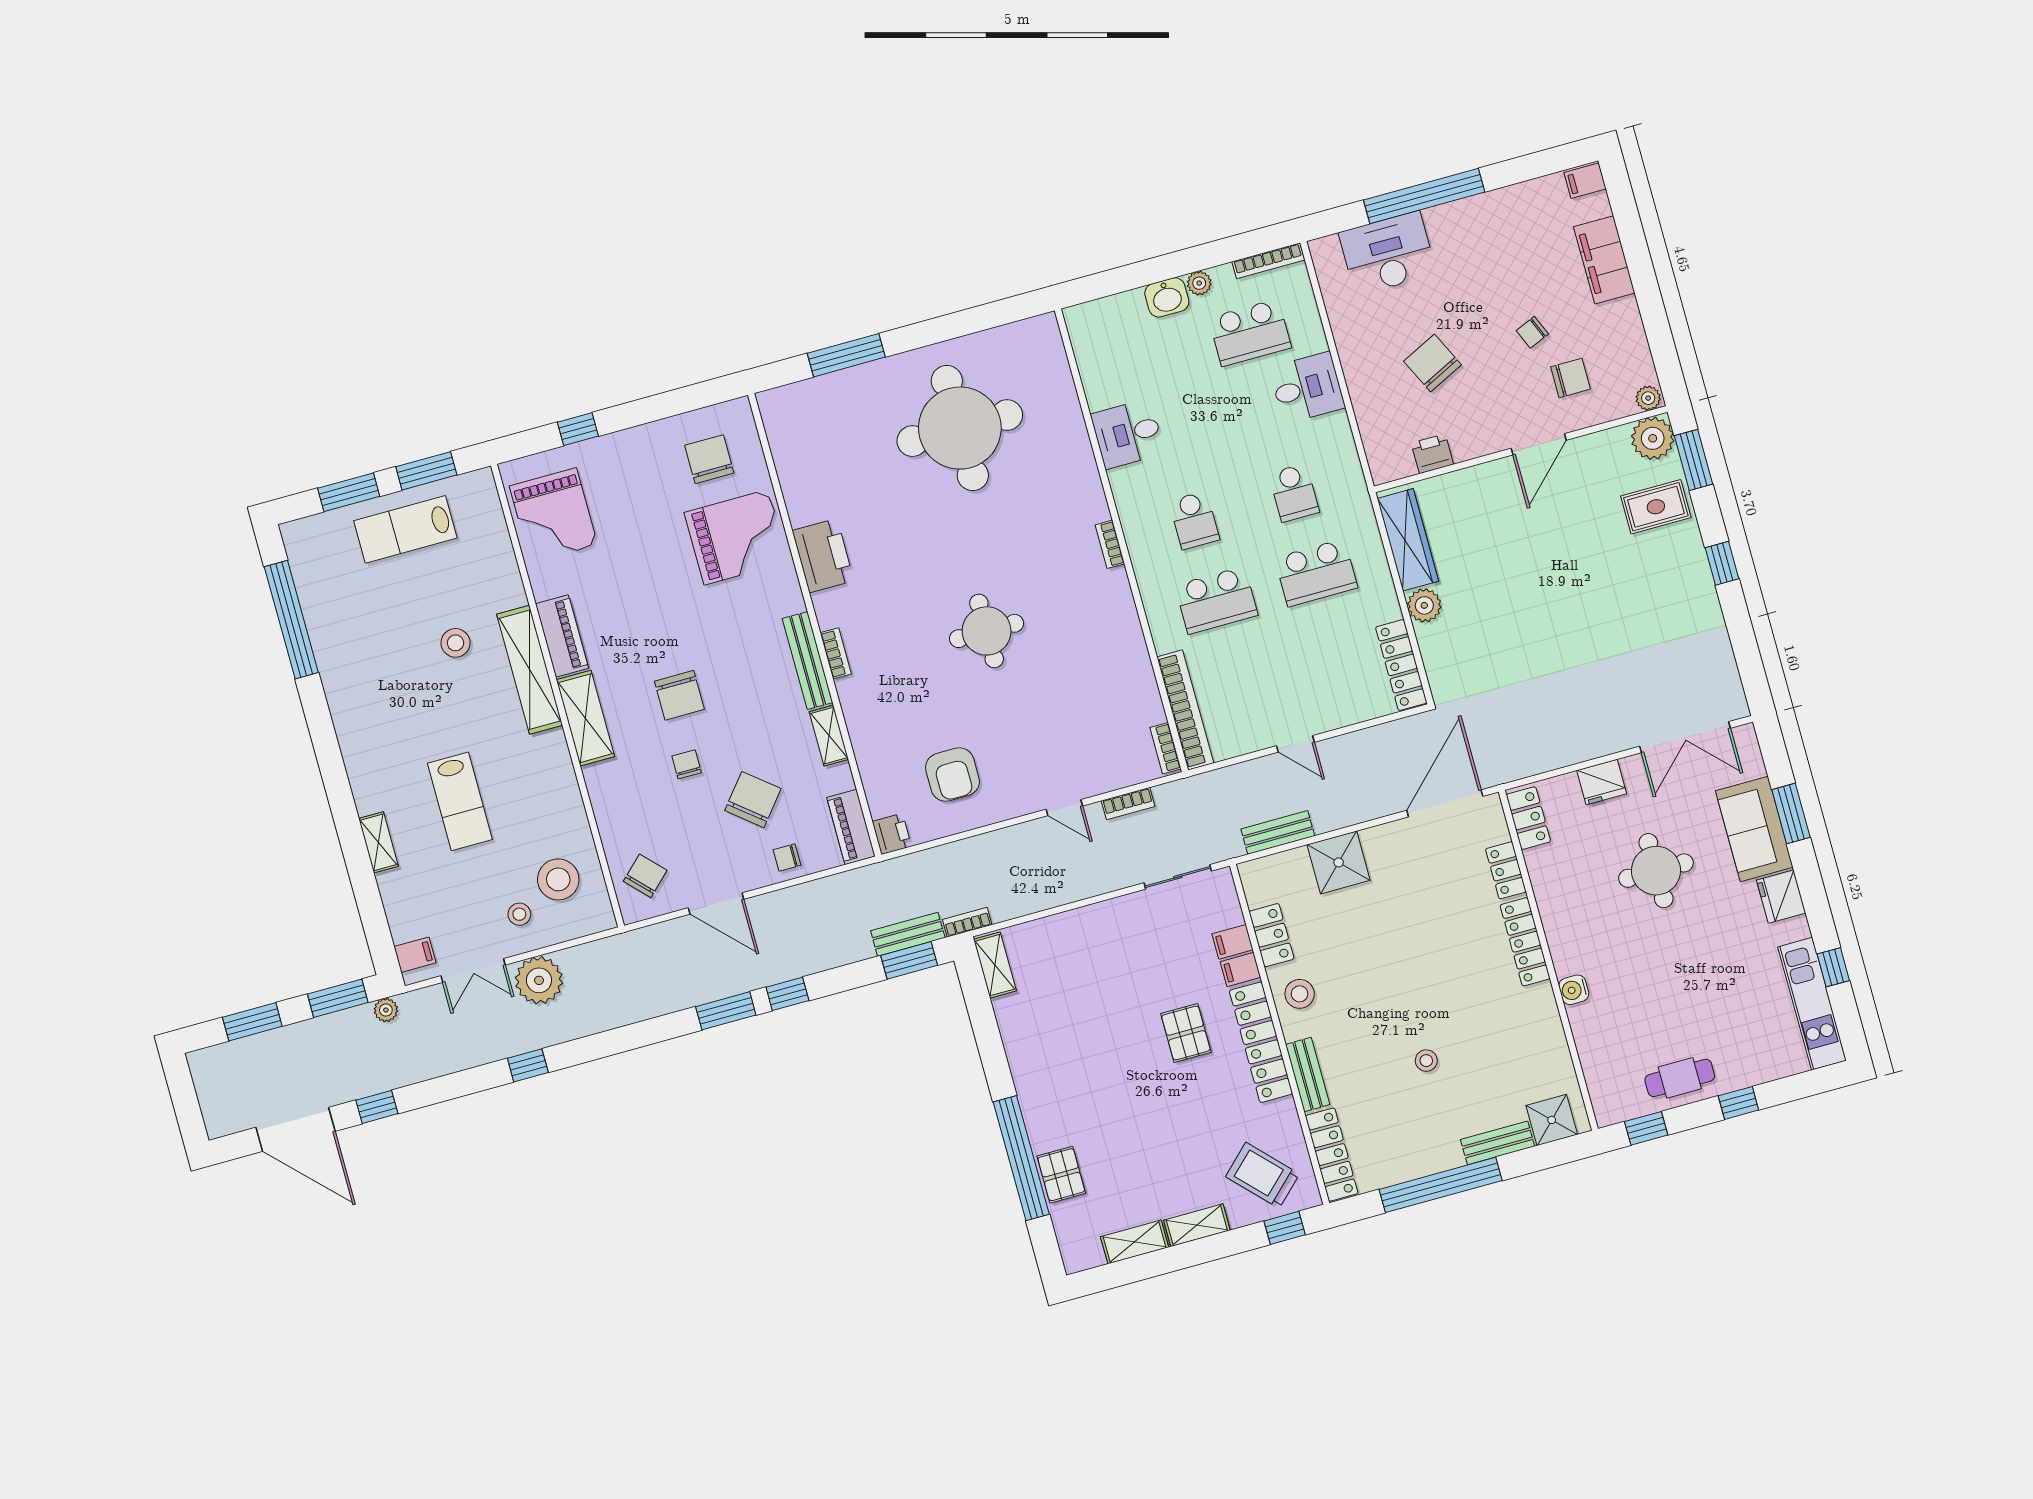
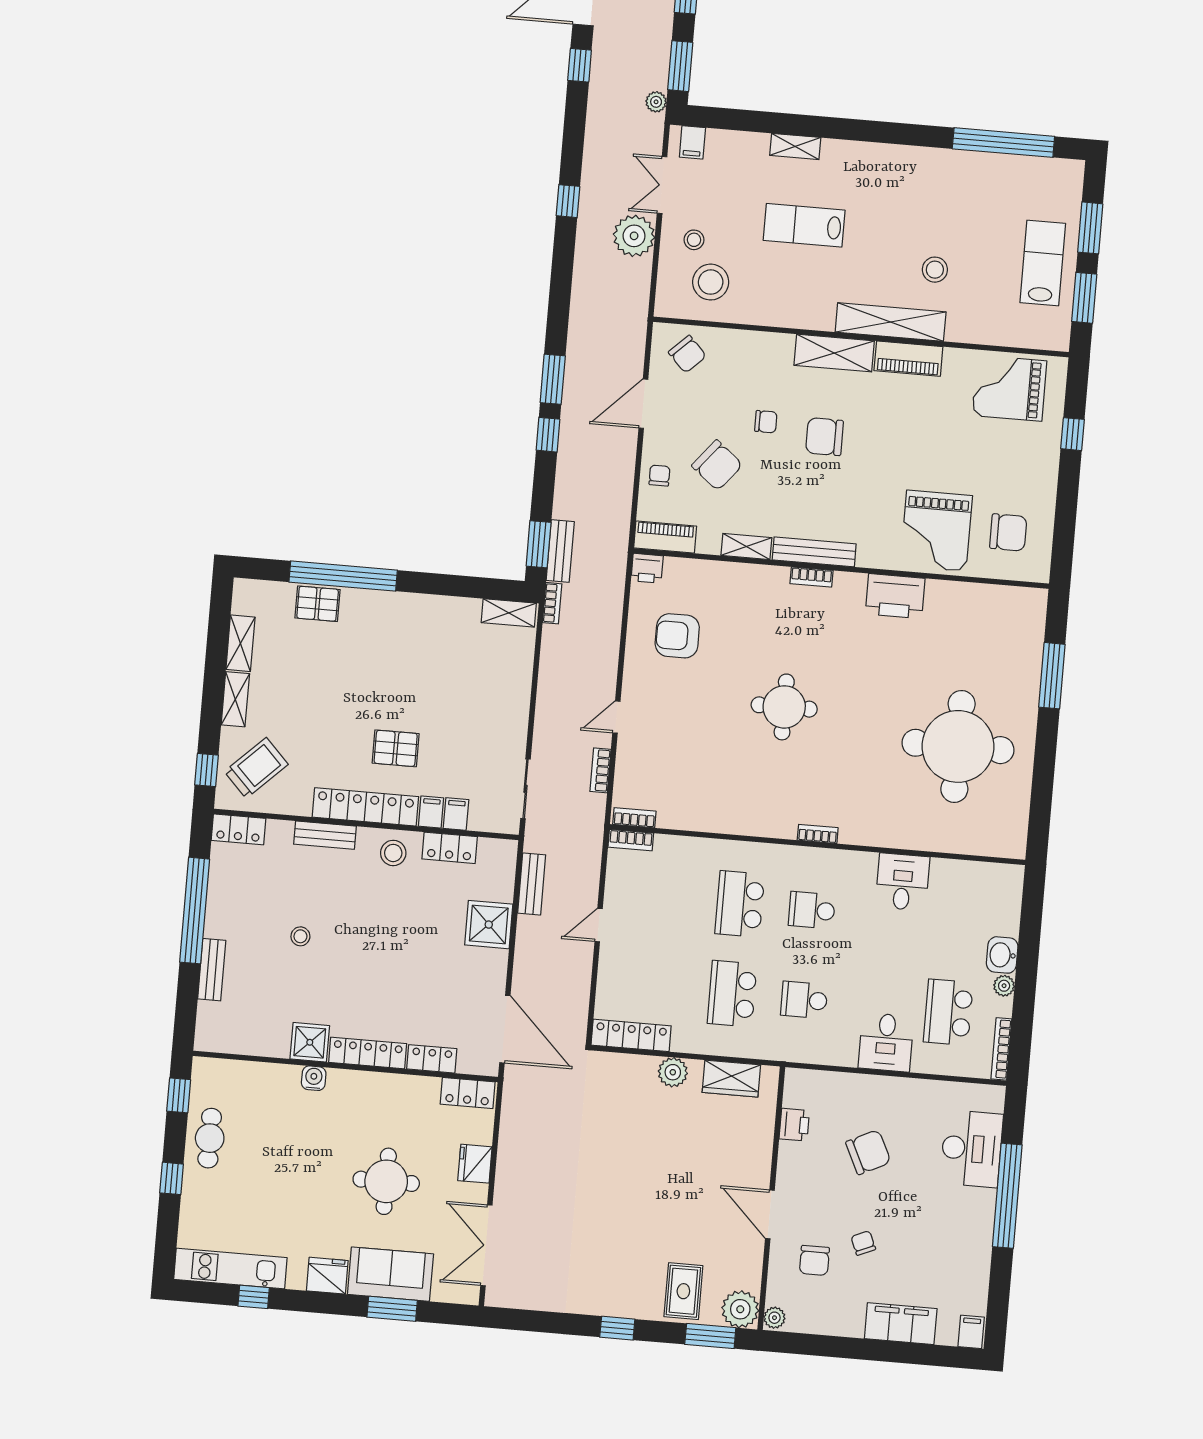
wardrobe: (1408, 540) -> (731, 1079), width x0.67
bookcase: (1185, 710) -> (631, 840), width x0.43, depth x0.76
shower: (1552, 1120) -> (310, 1042), moved
locker: (1332, 1155) -> (238, 829), width x0.66

